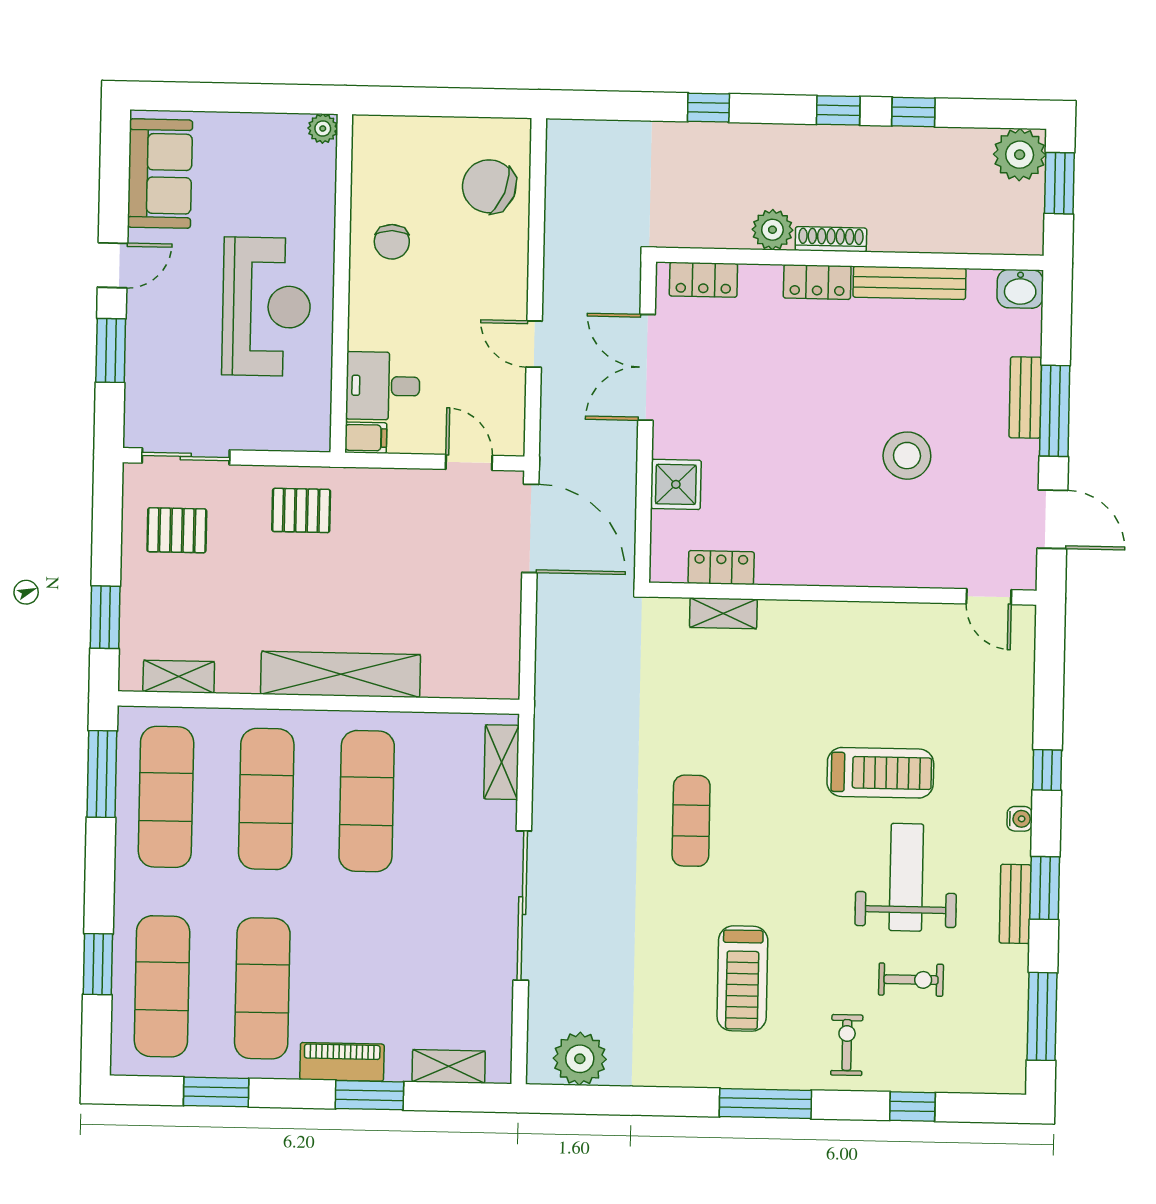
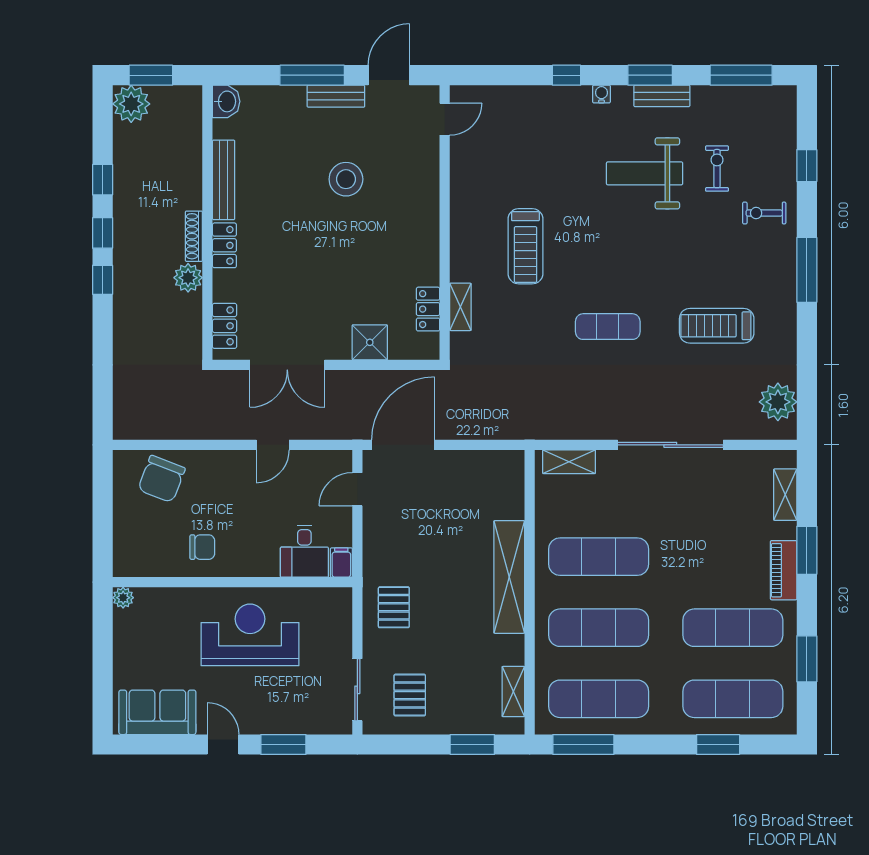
window: (708, 108) -> (103, 280), moved
bench: (1025, 398) -> (336, 96), moved
treadmill: (880, 773) -> (525, 246), moved, turned 180
treadmill: (742, 979) -> (717, 326), moved, turned 180

